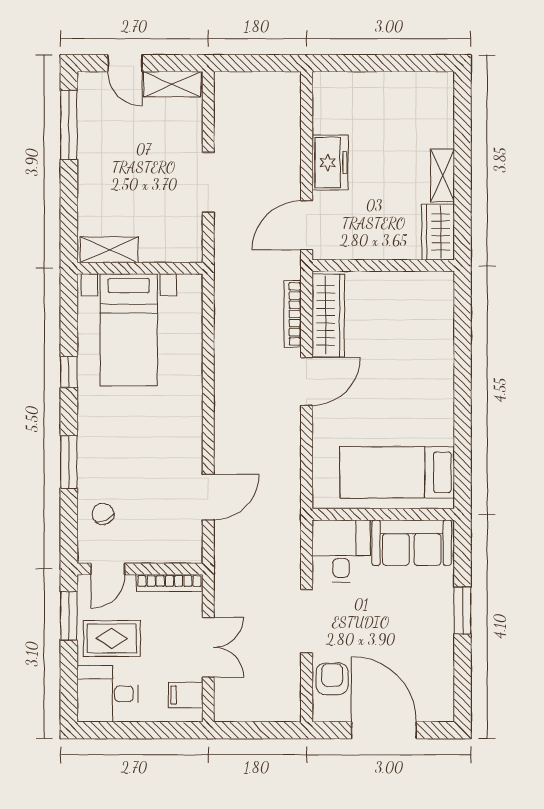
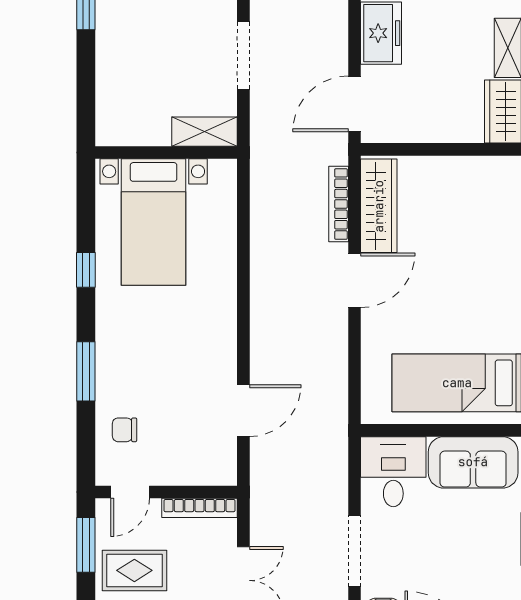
shelving: (109, 250) -> (204, 132), moved
chair: (103, 514) -> (125, 430), turned -64

